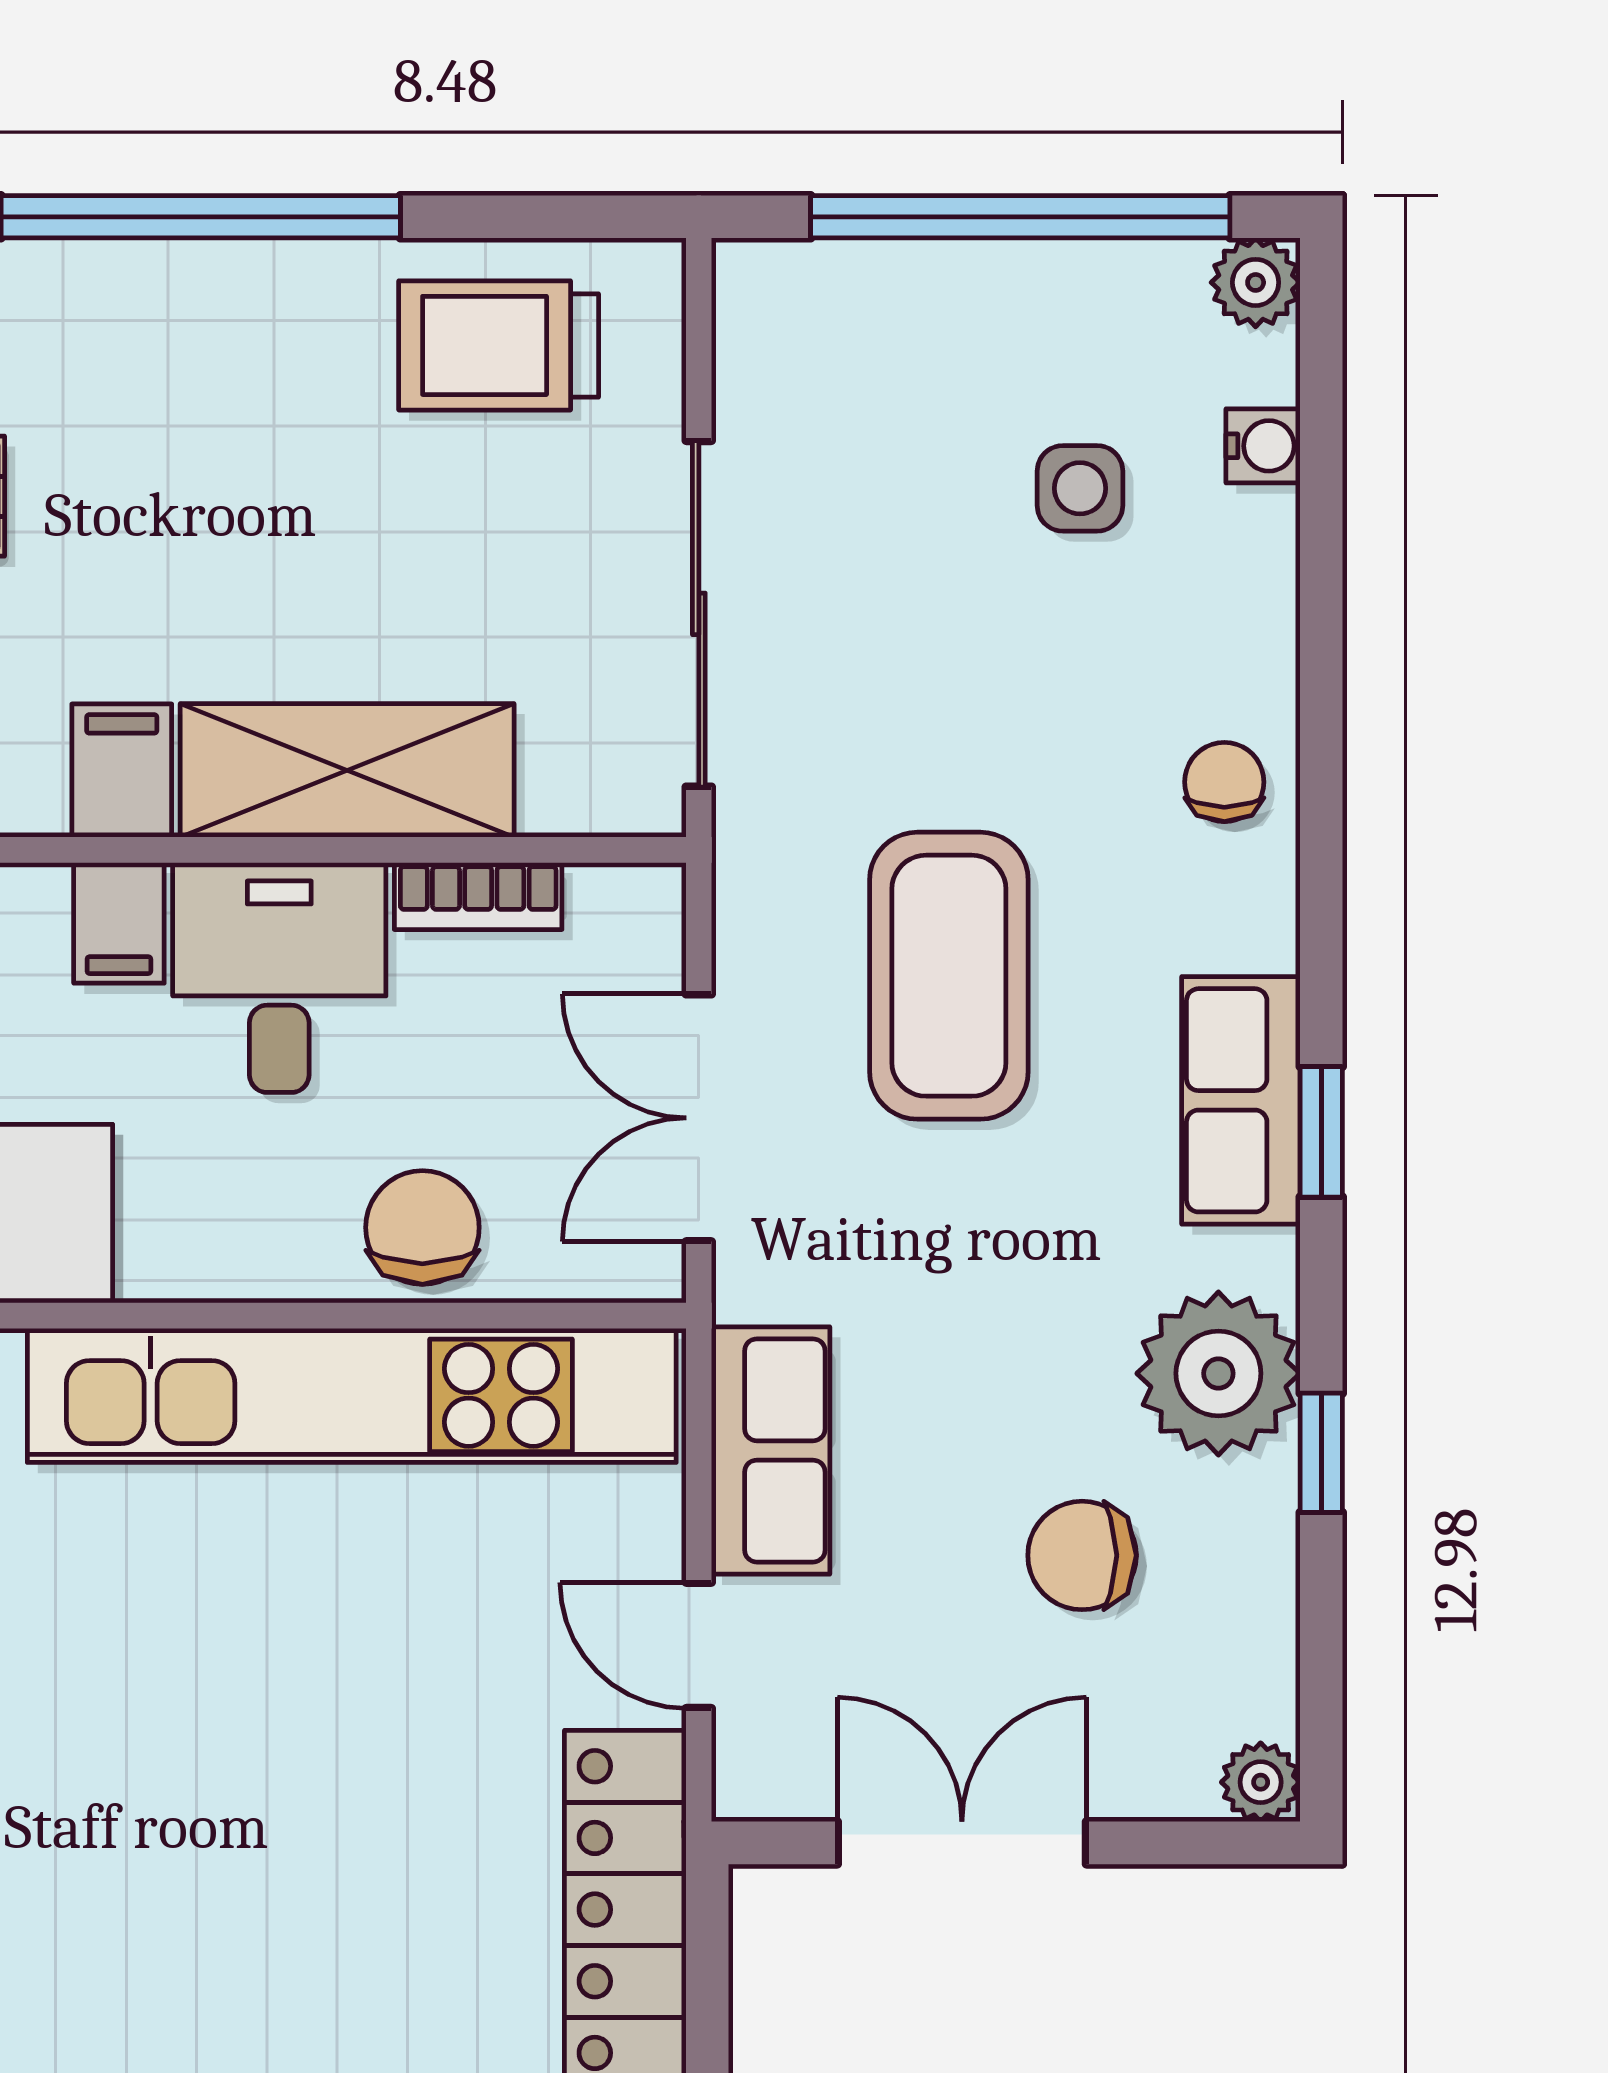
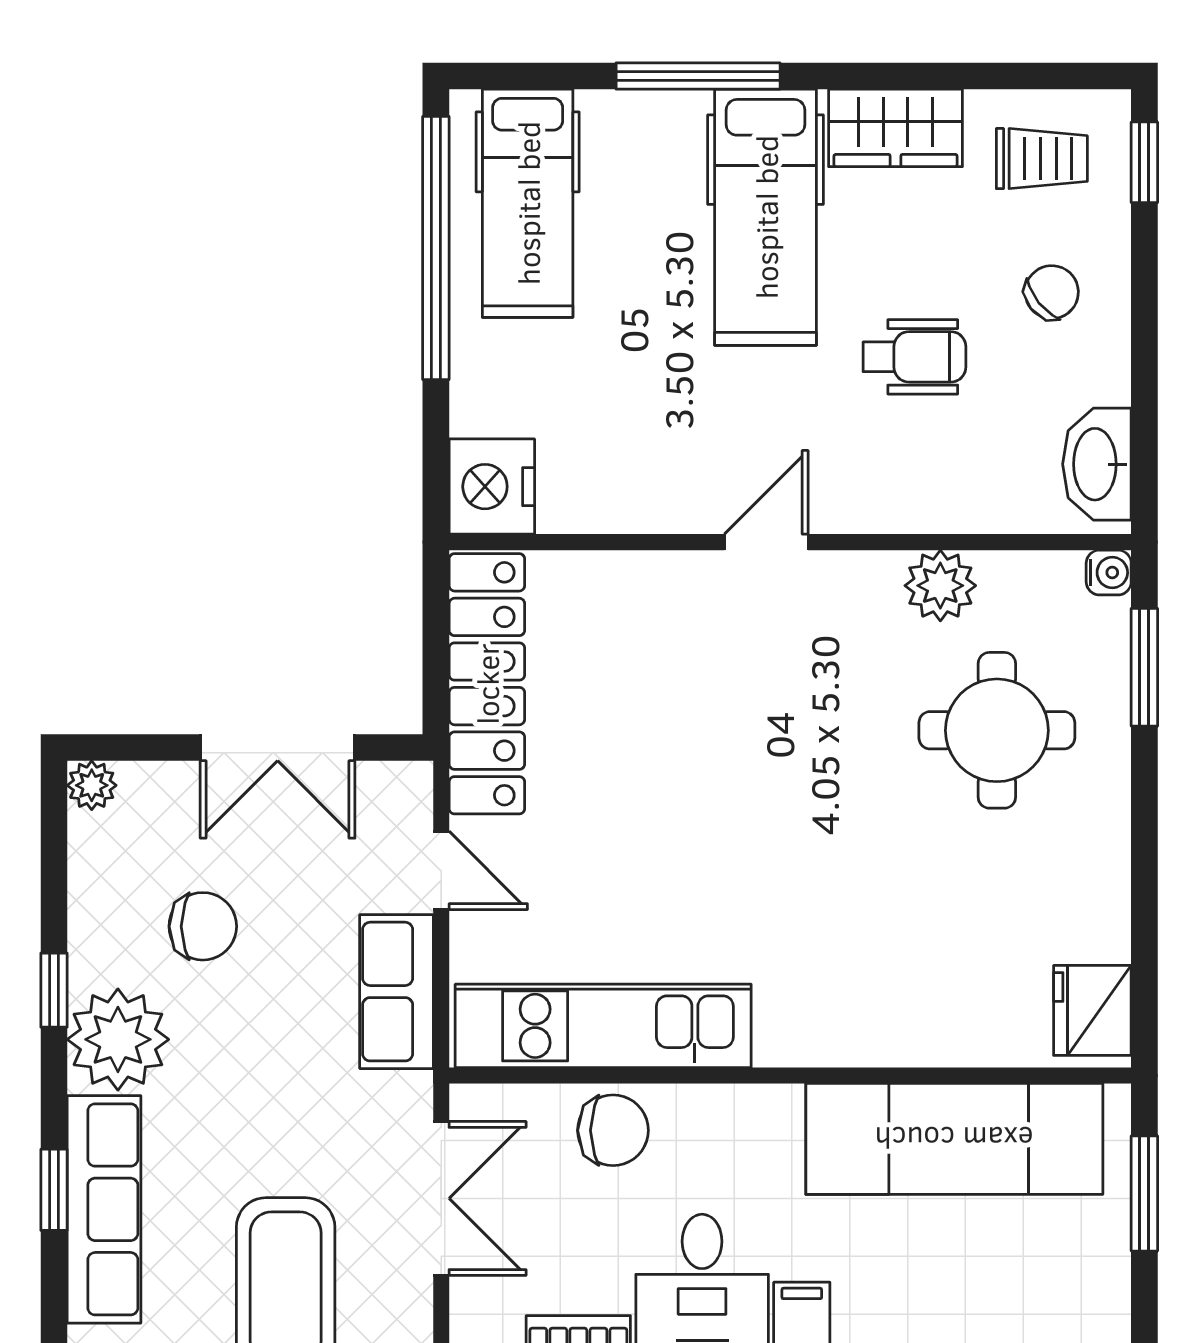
row of seats: (1241, 1100) -> (104, 1209), width x1.48
chair: (422, 1227) -> (613, 1130), turned -90
kitchen unit: (352, 1395) -> (603, 1026), width x0.73

